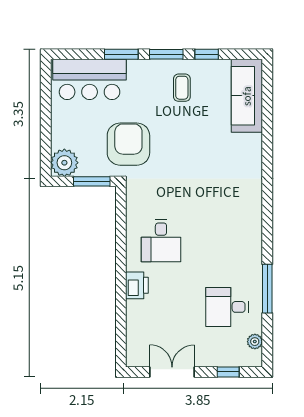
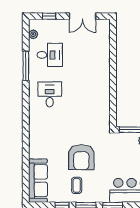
armchair: (128, 144) -> (81, 157), moved
desk: (161, 241) -> (50, 94), moved
printer: (137, 285) -> (103, 68), removed

